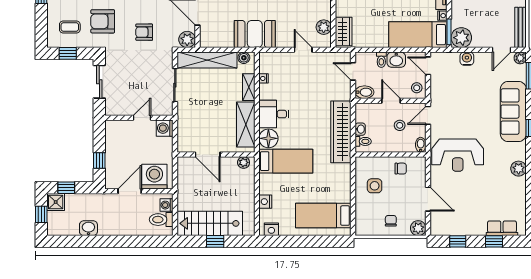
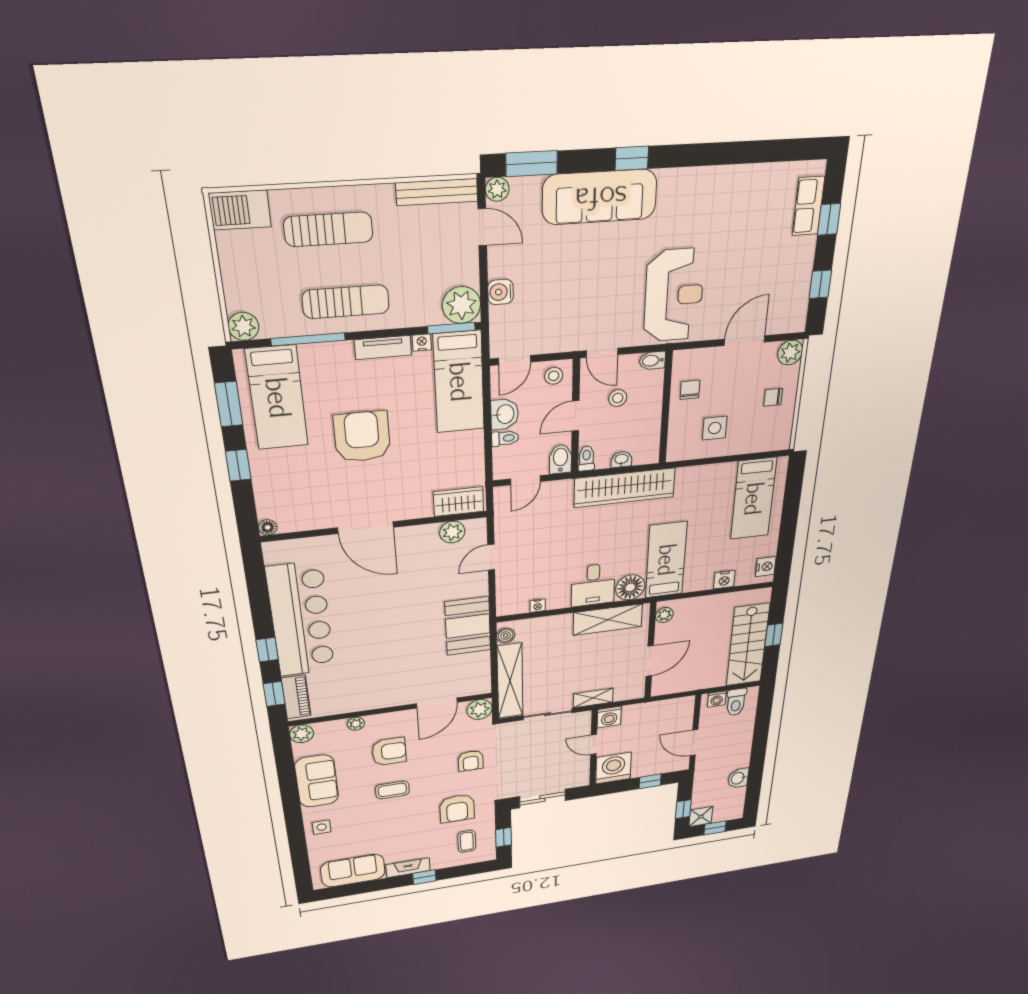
shelving: (249, 87) -> (593, 698), moved
toilet: (363, 141) -> (586, 458), moved
plant: (519, 169) -> (706, 181), removed
washing machine: (154, 177) -> (613, 768), moved, turned 90

